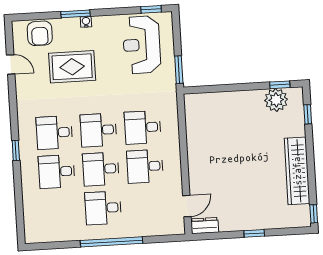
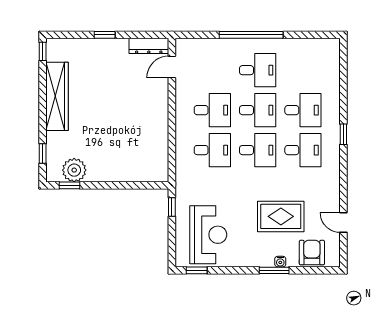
water cooler: (86, 22) -> (280, 262), moved
window: (179, 70) -> (172, 207), width x0.67
dresser: (205, 226) -> (149, 46), width x1.44

